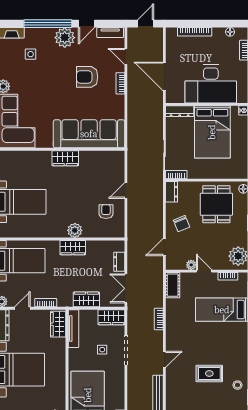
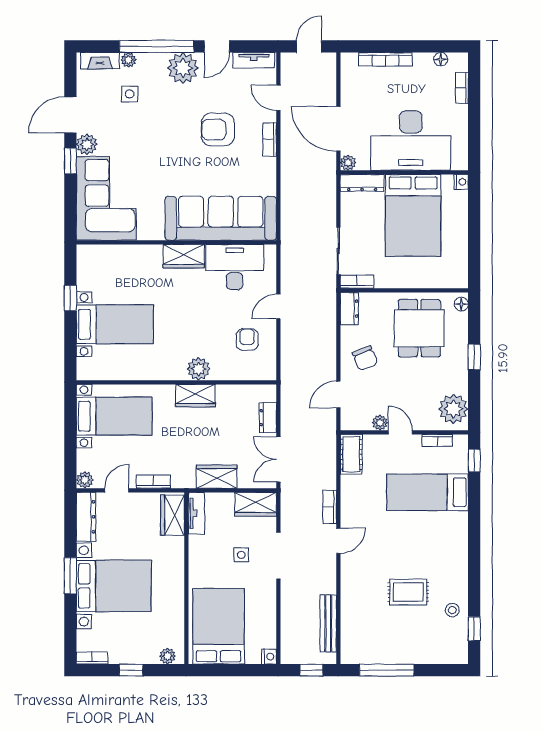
plant: (30, 32) -> (128, 60), added
plant: (171, 98) -> (348, 163), added
desk: (98, 165) -> (235, 267), added
tv unit: (73, 329) -> (196, 513), width x0.71
door: (164, 359) -> (338, 541), moved

